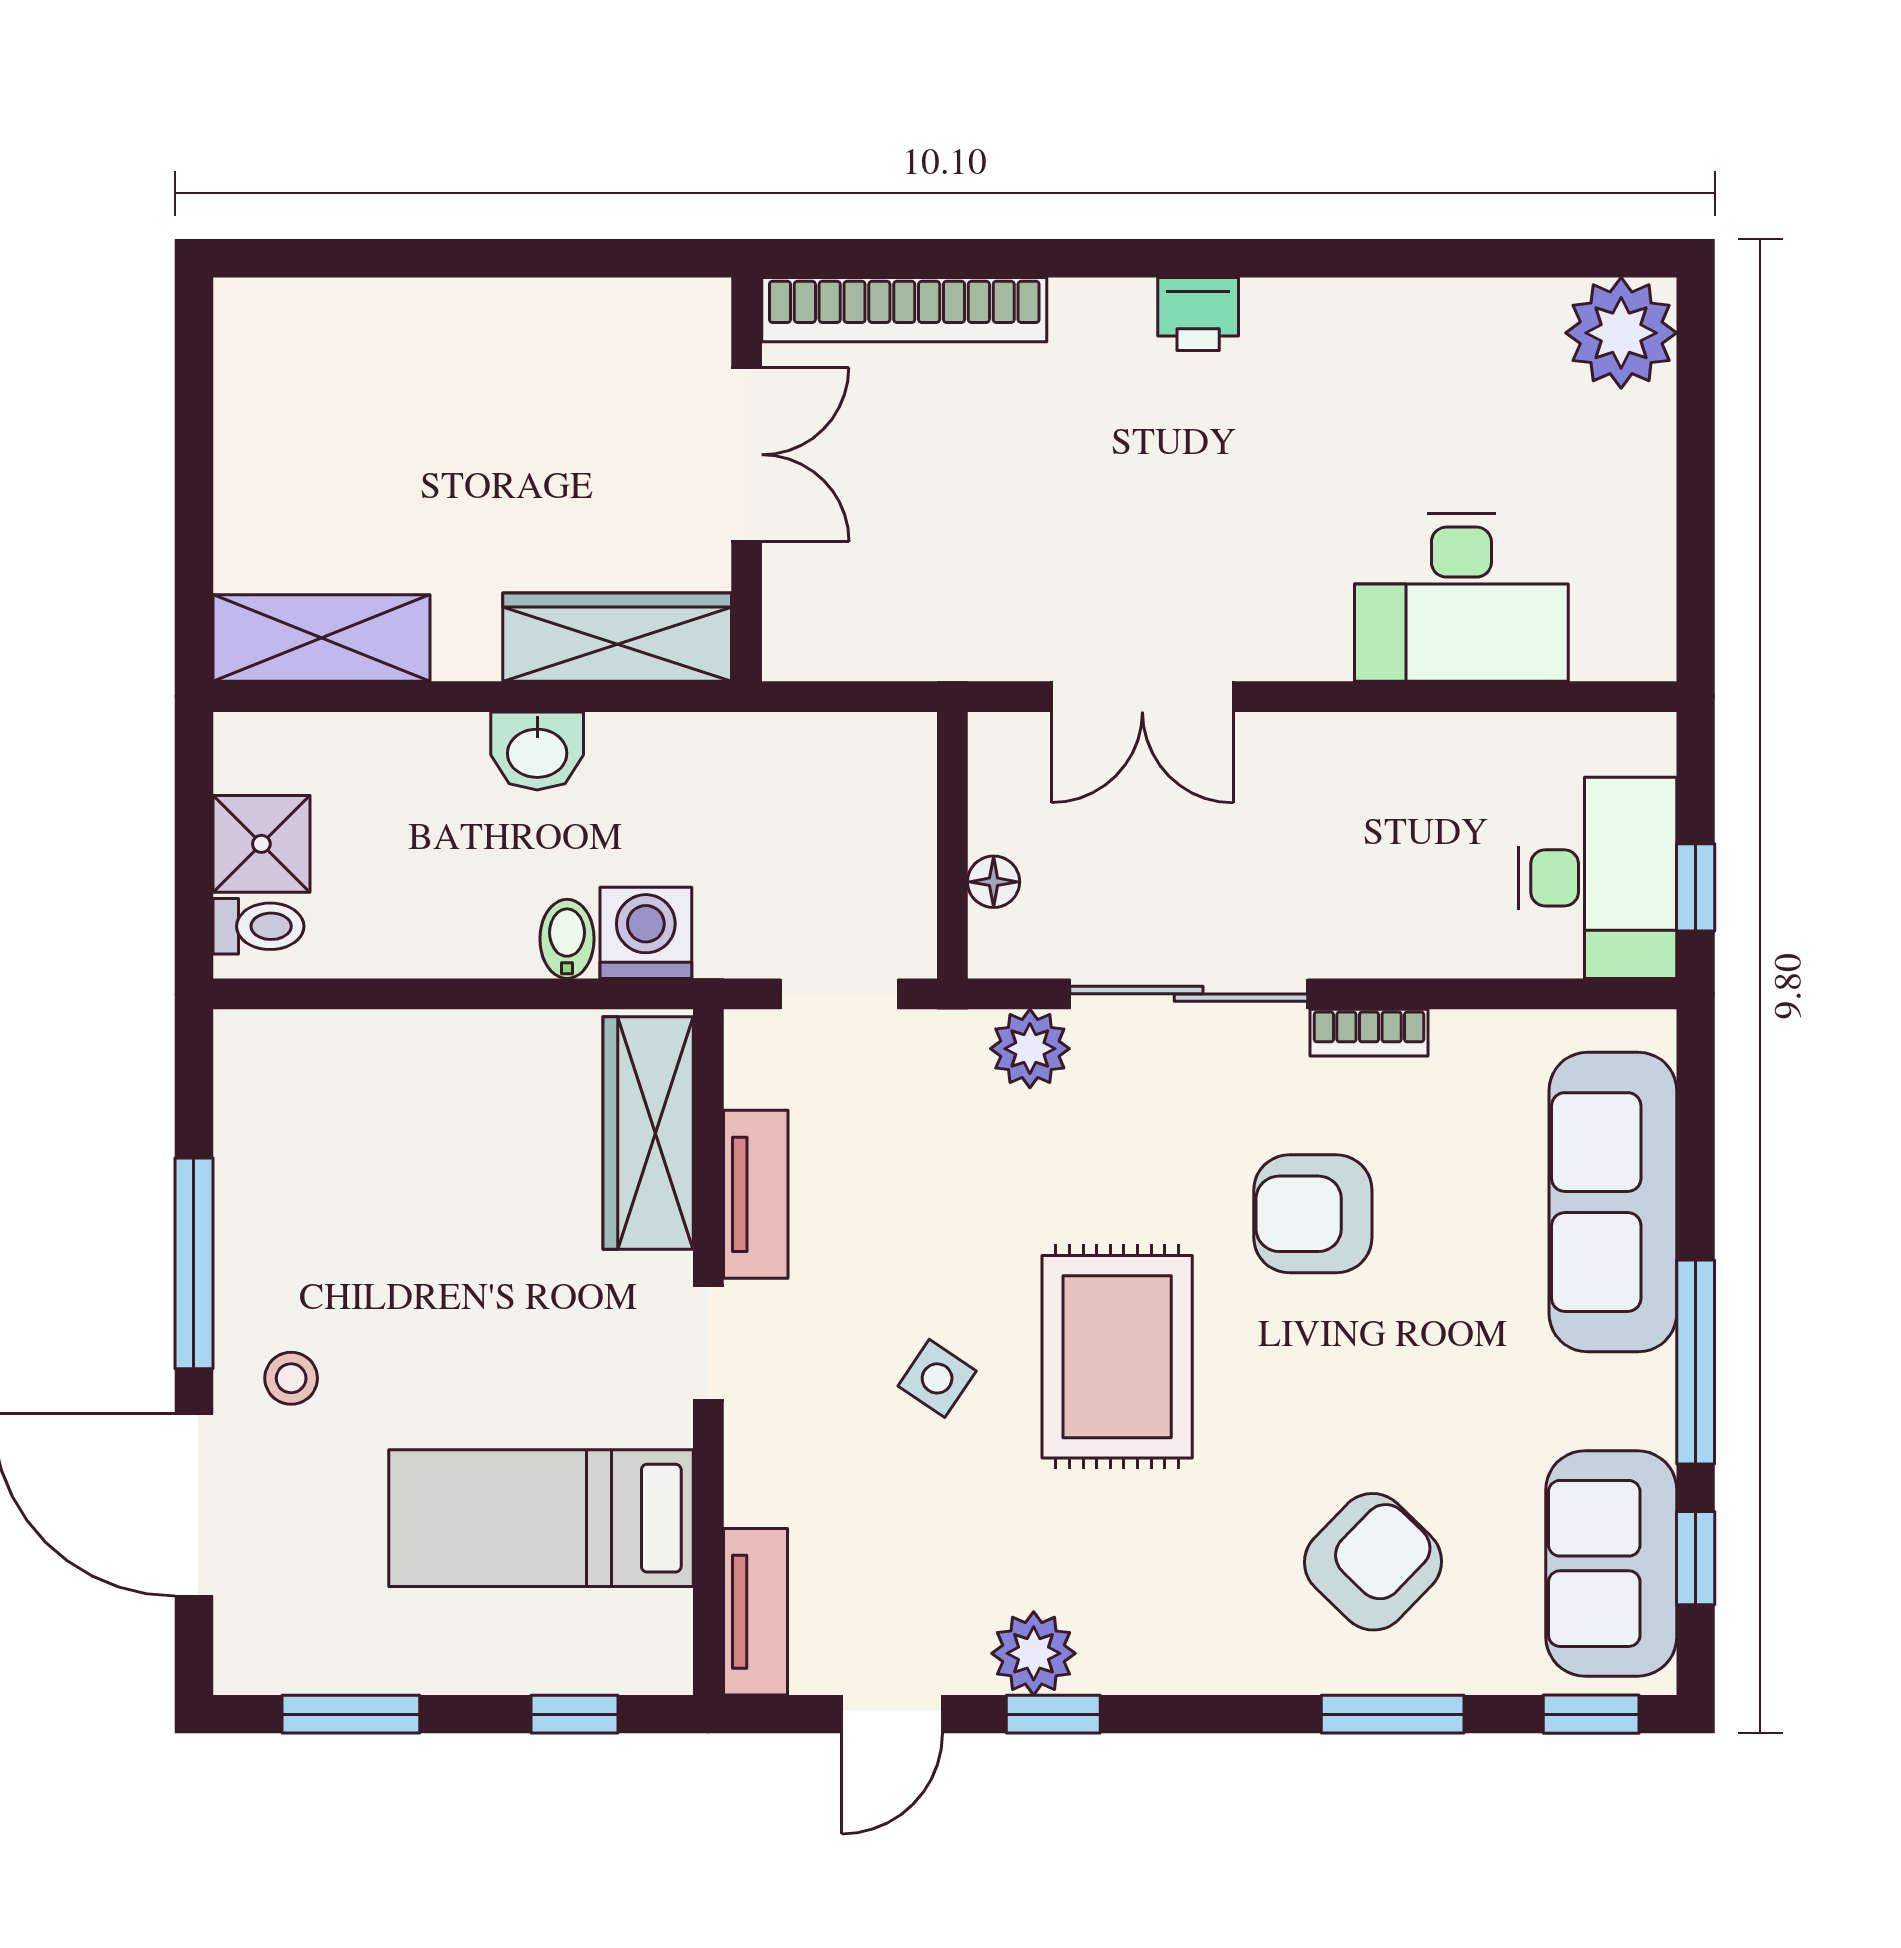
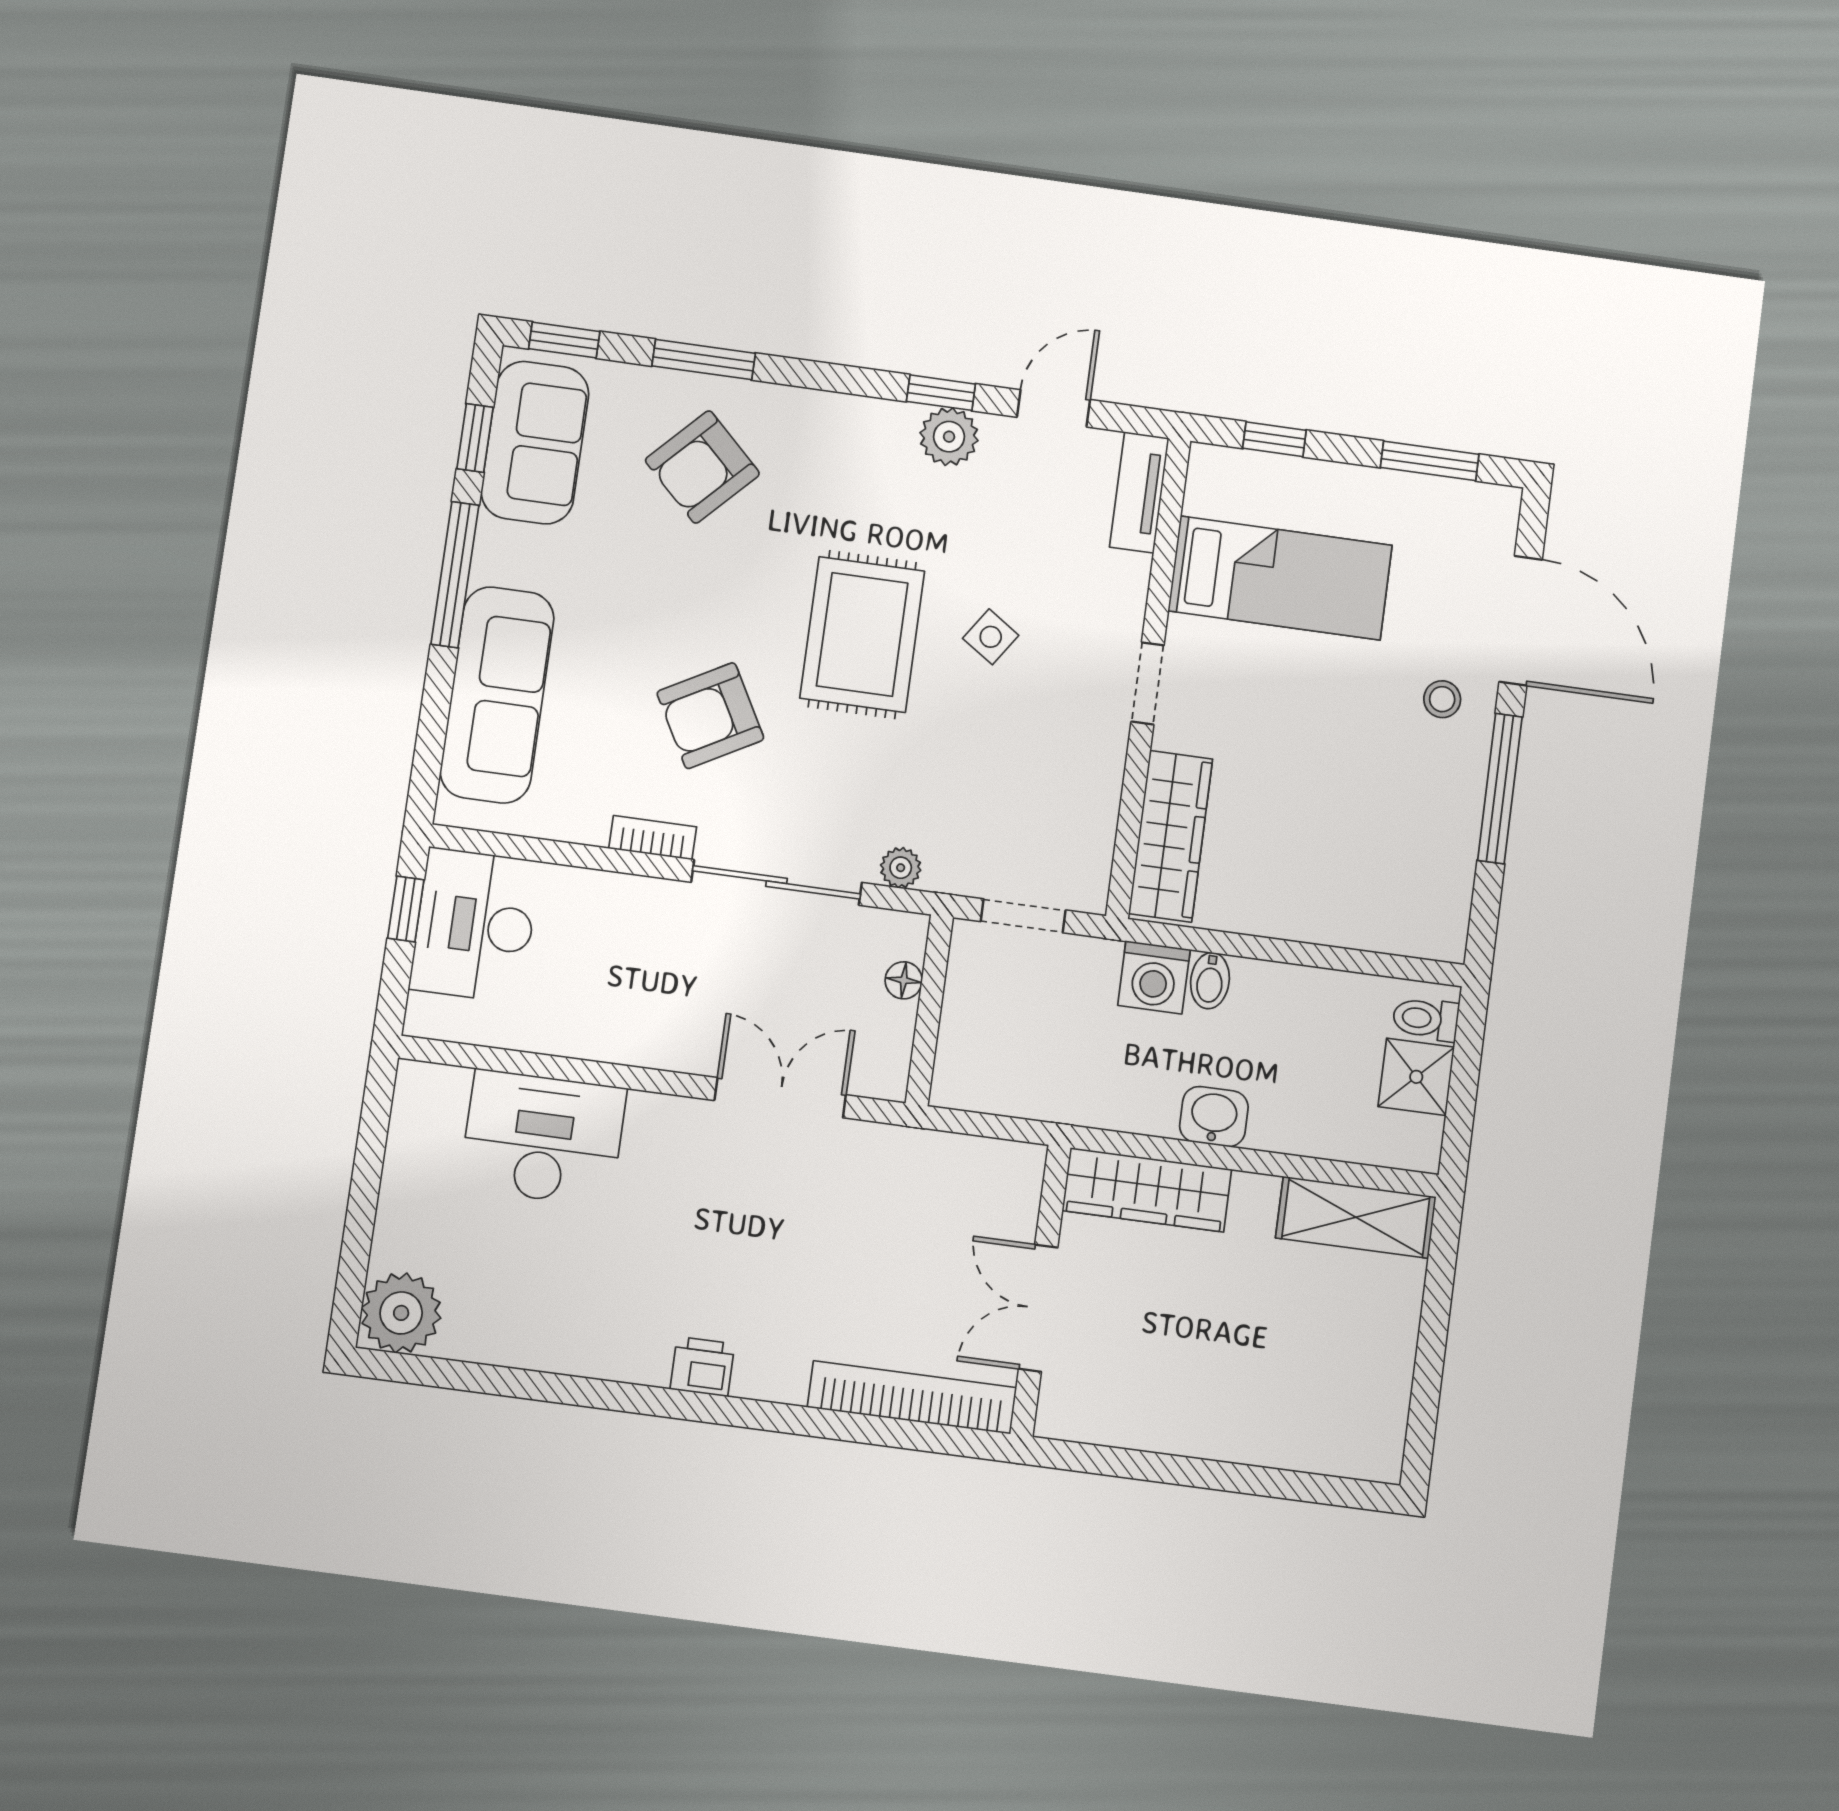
plant: (1030, 1049) -> (901, 868), width x0.73, depth x0.73
tv unit: (756, 1194) -> (1101, 783), removed
armchair: (1313, 1214) -> (710, 716), turned 151

